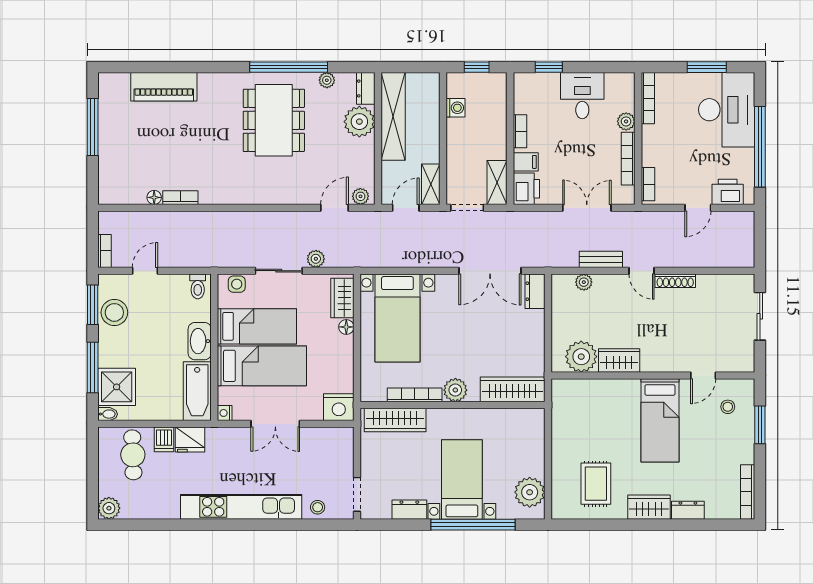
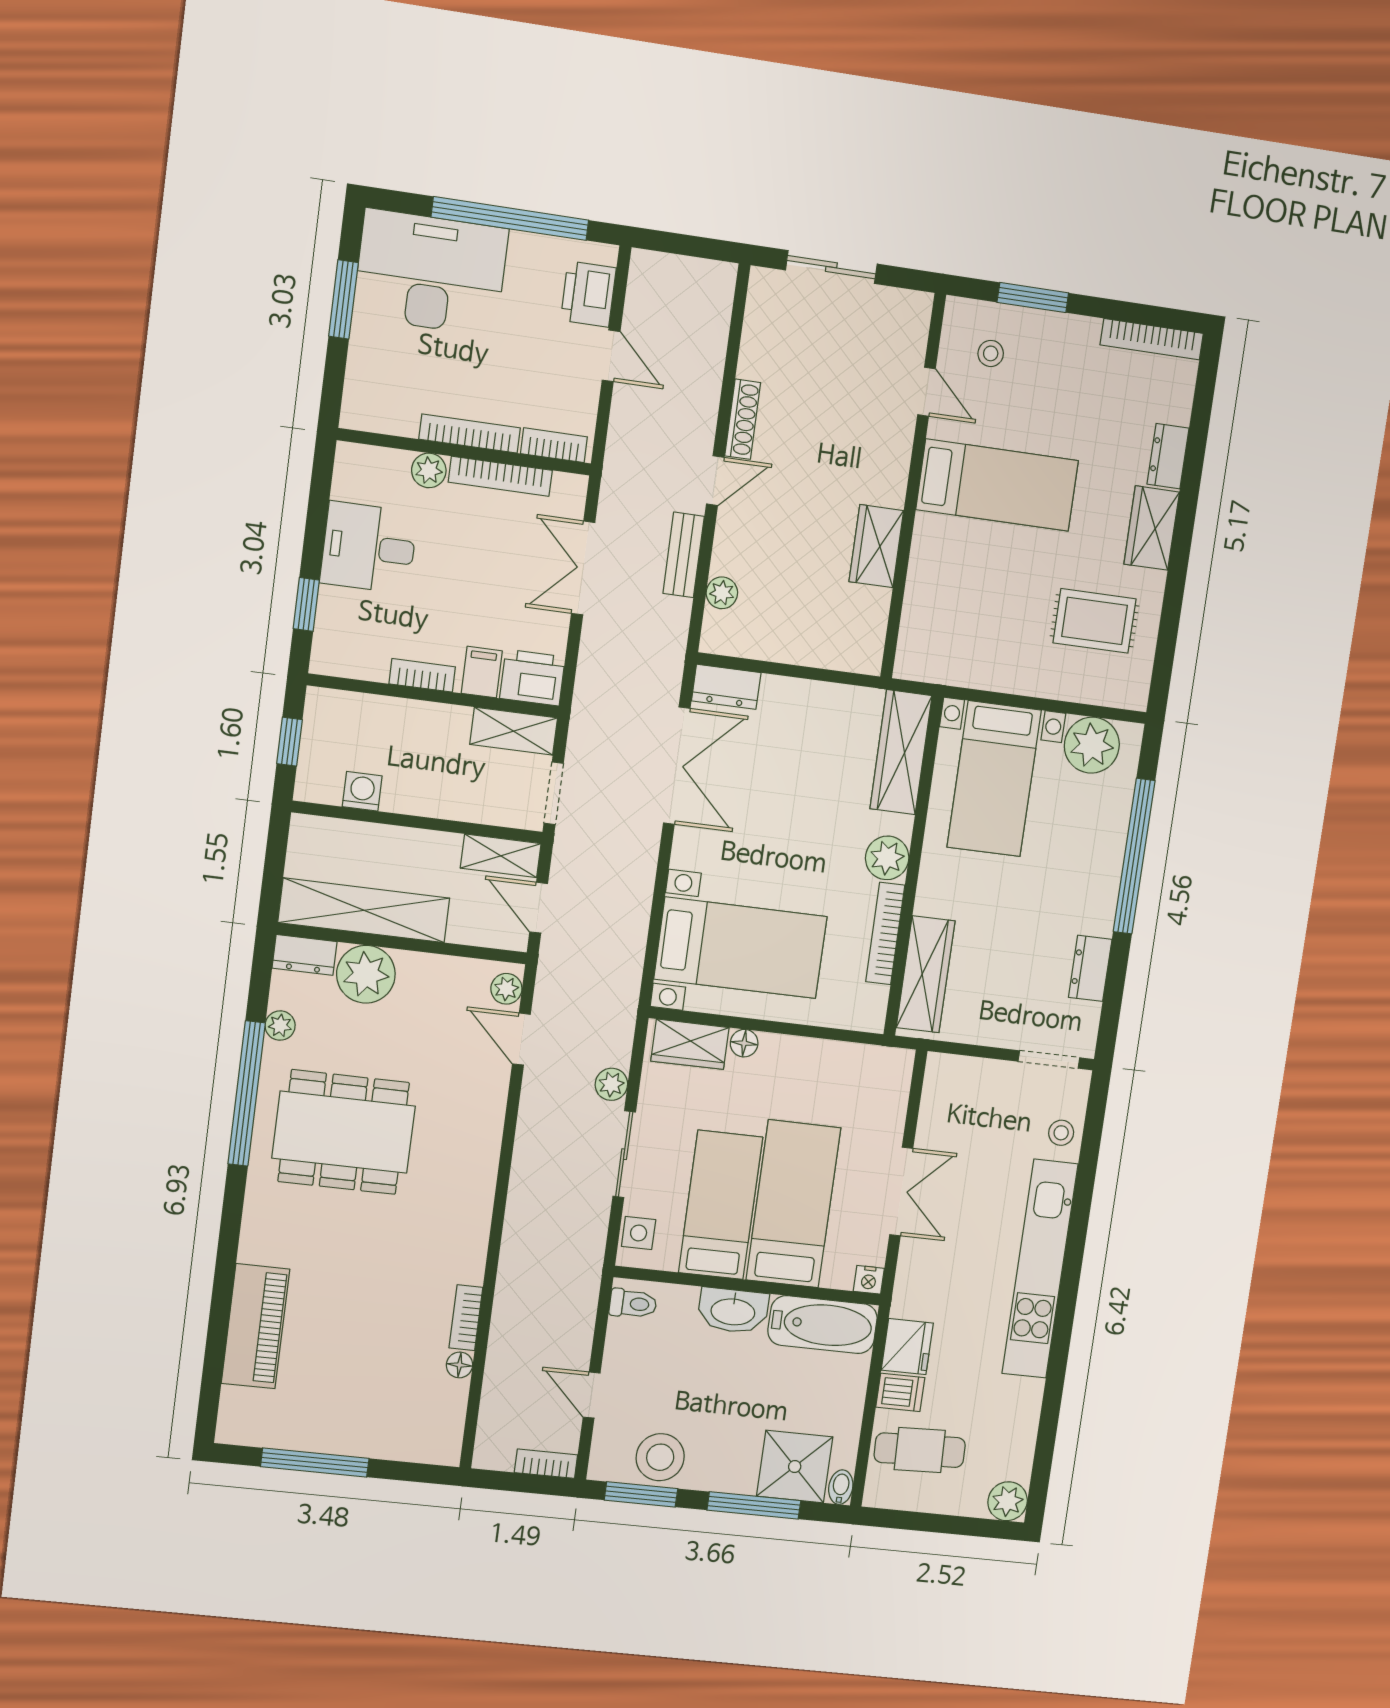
bookcase: (648, 98) -> (470, 433), moved
plant: (581, 357) -> (859, 616), removed
nightstand: (339, 407) -> (888, 1074), removed
bed with nightstands: (462, 479) -> (994, 779), moved, turned -90

